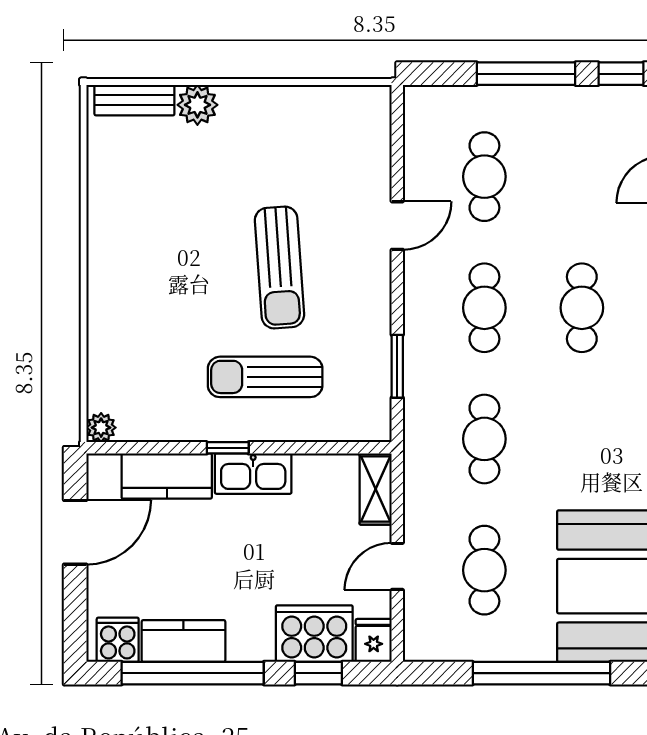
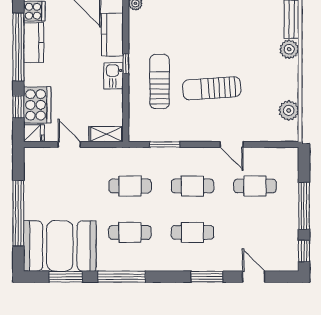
plant: (326, 106) -> (289, 110), added
kitchen sink: (253, 474) -> (113, 76), width x0.73
cafe table: (484, 570) -> (130, 232), moved

